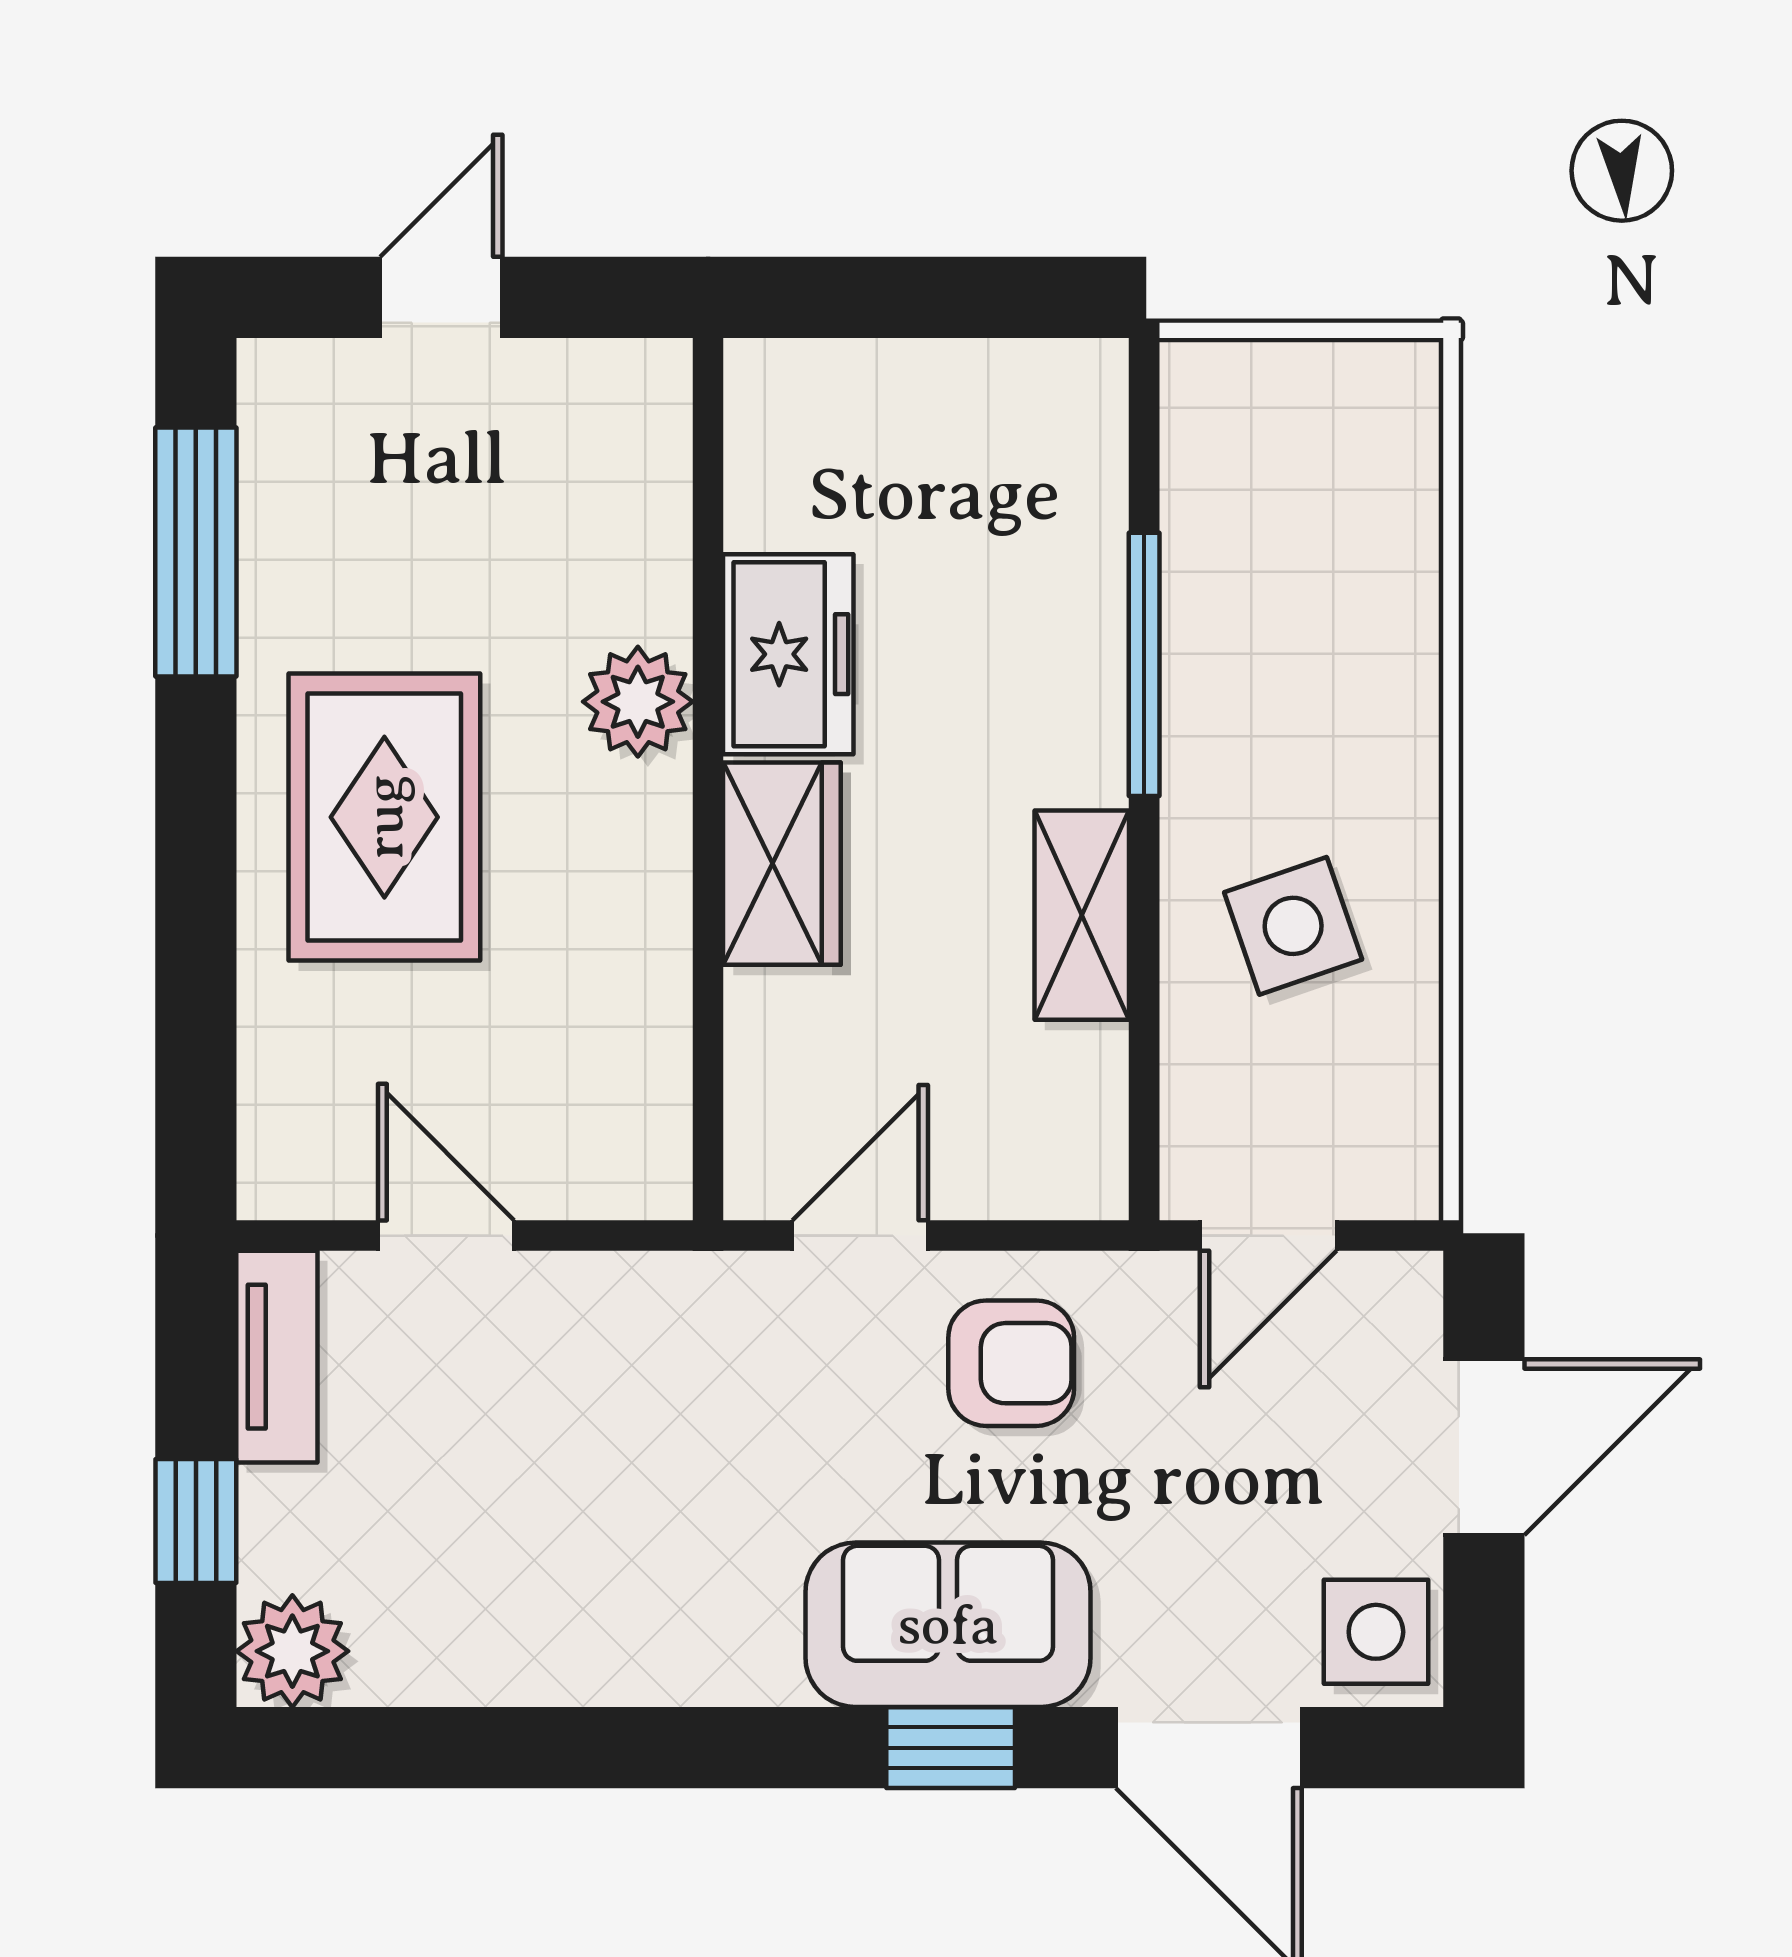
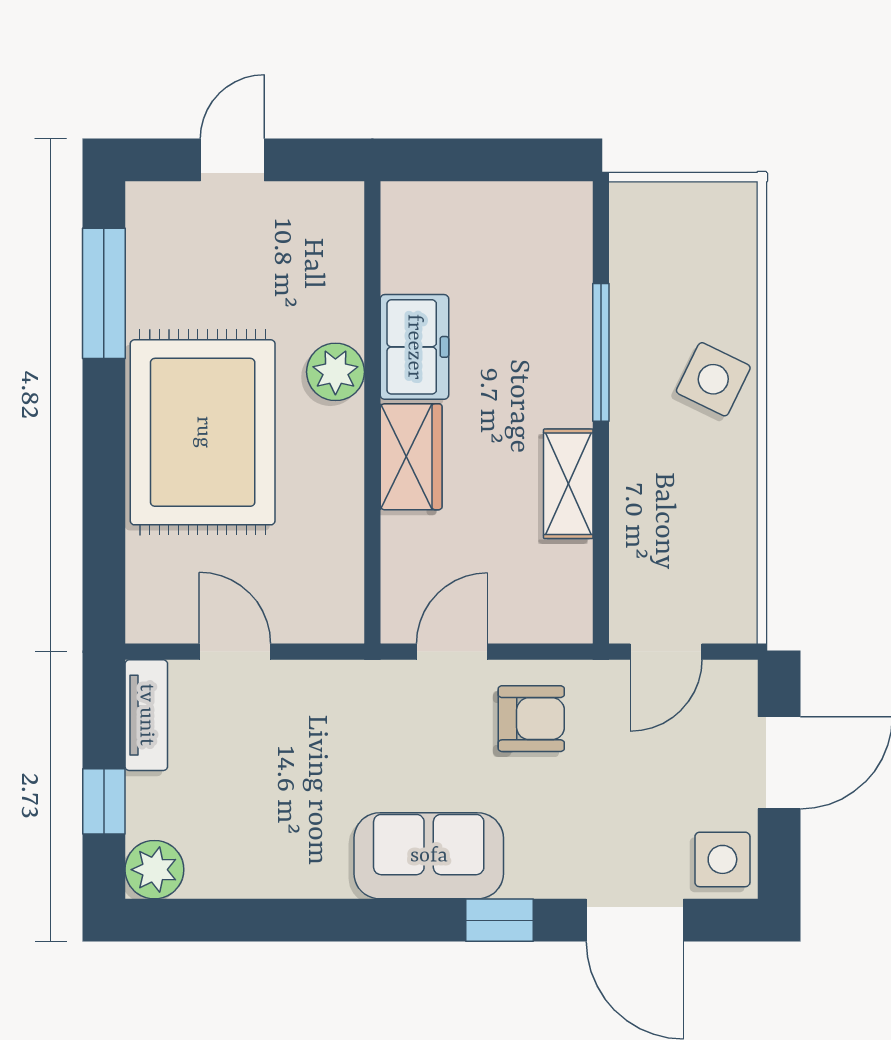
rug: (384, 817) -> (203, 432), width x1.37, depth x1.44
side table: (1293, 926) -> (713, 379), moved, turned 45
sofa: (948, 1625) -> (429, 856), moved

